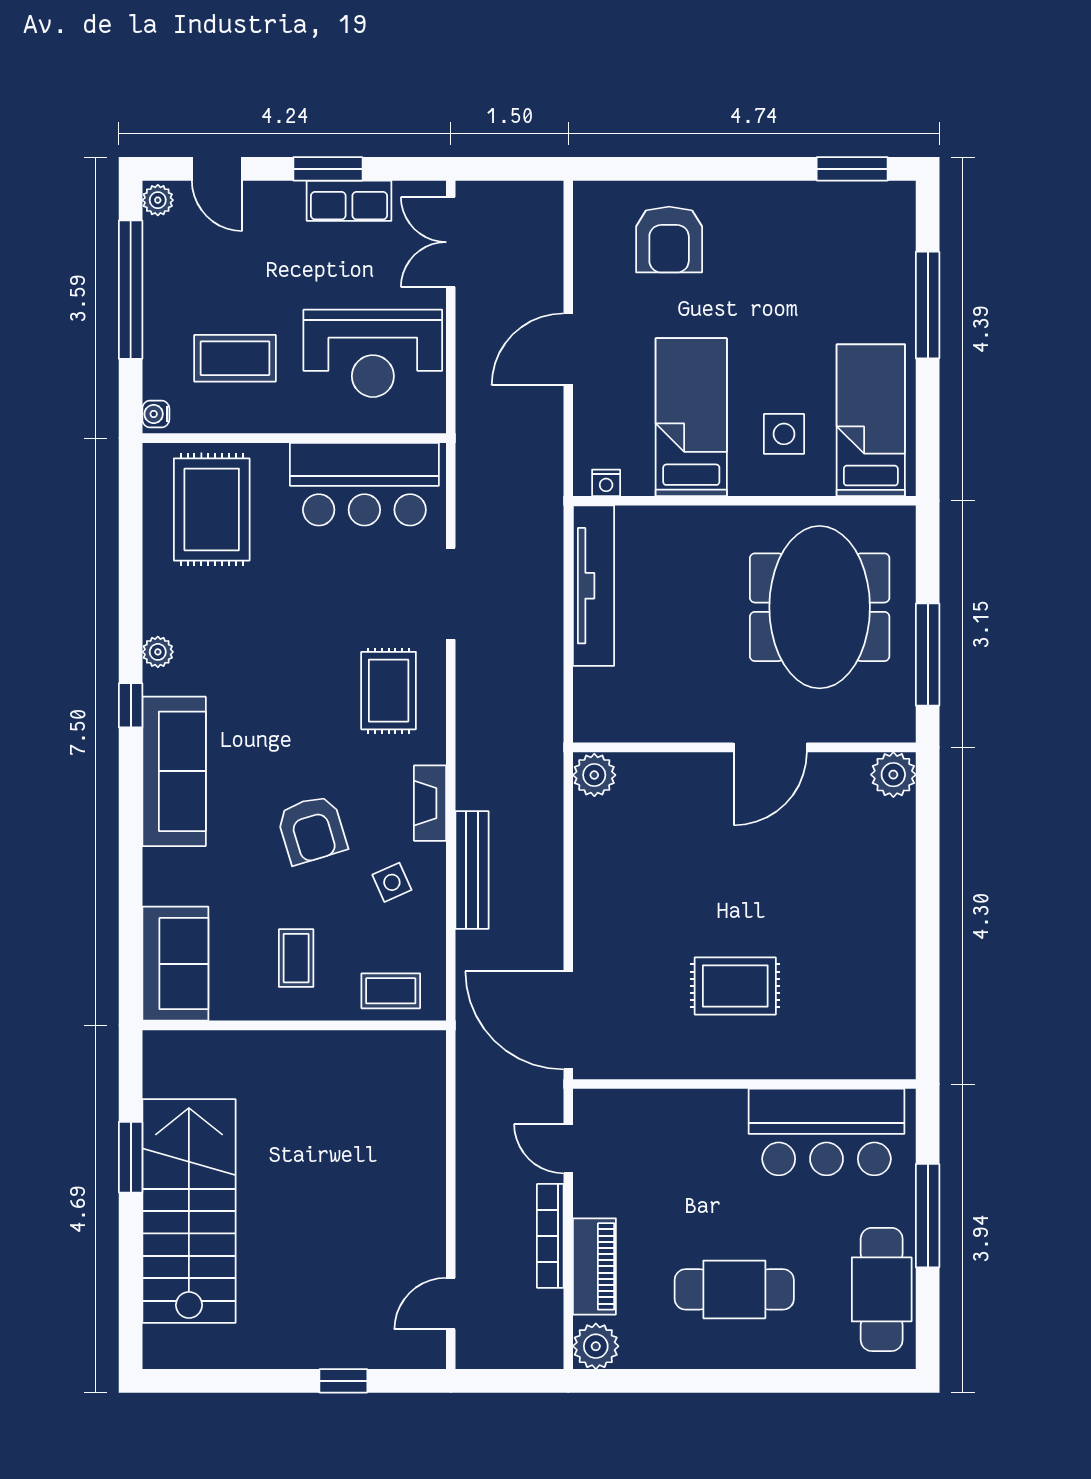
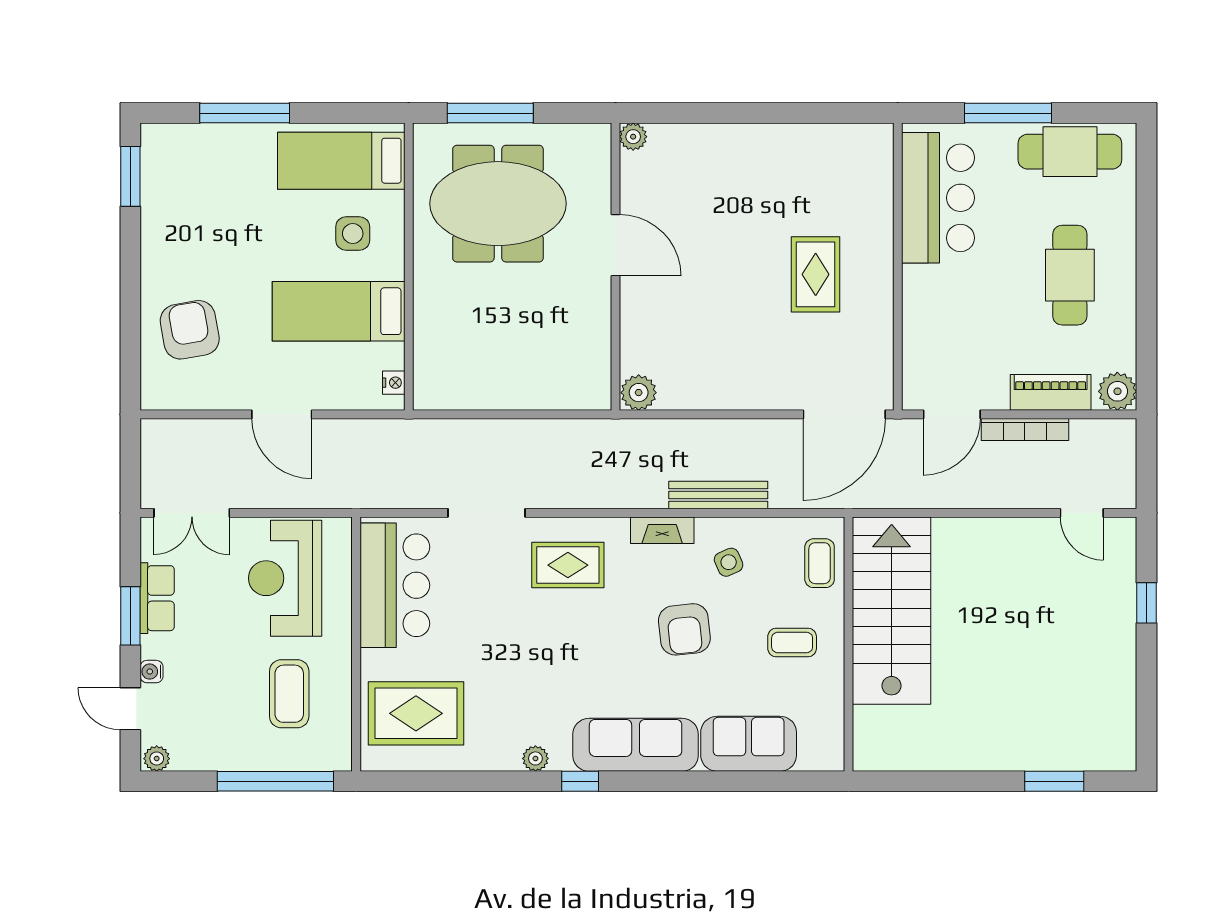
door: (217, 169) -> (130, 709), swing flipped
armchair: (669, 239) -> (190, 330), turned -100
window: (131, 290) -> (275, 781), moved
reception desk: (373, 353) -> (285, 578), turned 180
water cooler: (156, 414) -> (152, 672), moved, turned 90
tv unit: (593, 586) -> (480, 393), removed
window: (928, 655) -> (490, 113), moved
plant: (893, 775) -> (633, 137), width x0.73, depth x0.73
armchair: (312, 830) -> (684, 629), turned 101
sofa: (175, 964) -> (749, 744), moved
door: (568, 1149) -> (952, 414), width x1.37
window: (131, 1157) -> (1054, 781), moved
stairs: (189, 1211) -> (892, 611), moved, turned 90

